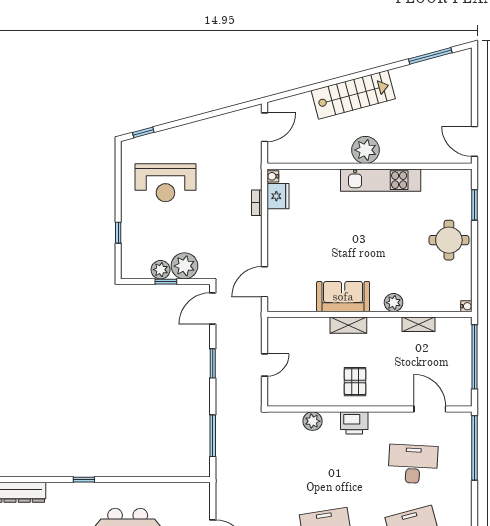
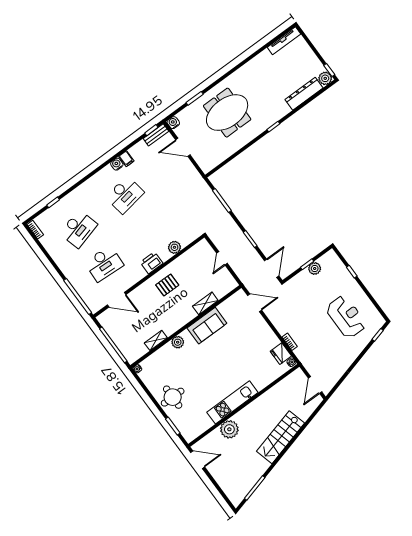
plant: (365, 150) -> (229, 429), moved
reception desk: (165, 183) -> (346, 317), turned 90
plant: (184, 266) -> (303, 280), removed
door: (264, 282) -> (255, 303), hinge flipped
shelving: (348, 325) -> (205, 303), moved
pallet: (355, 382) -> (167, 285), turned 90

